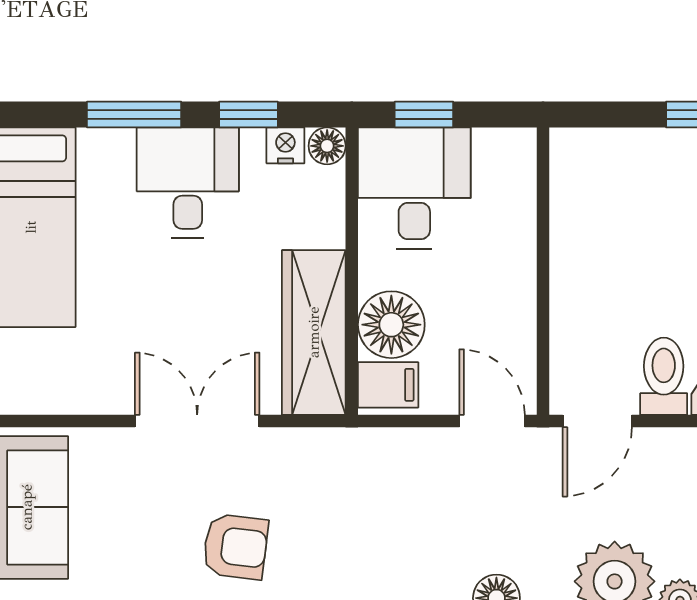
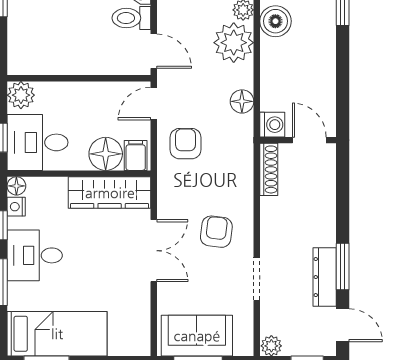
plant: (509, 155) -> (21, 95), added
double door: (197, 421) -> (154, 251), swing flipped
armchair: (412, 485) -> (186, 144), added

